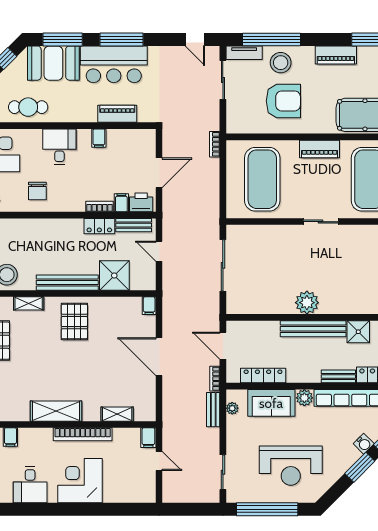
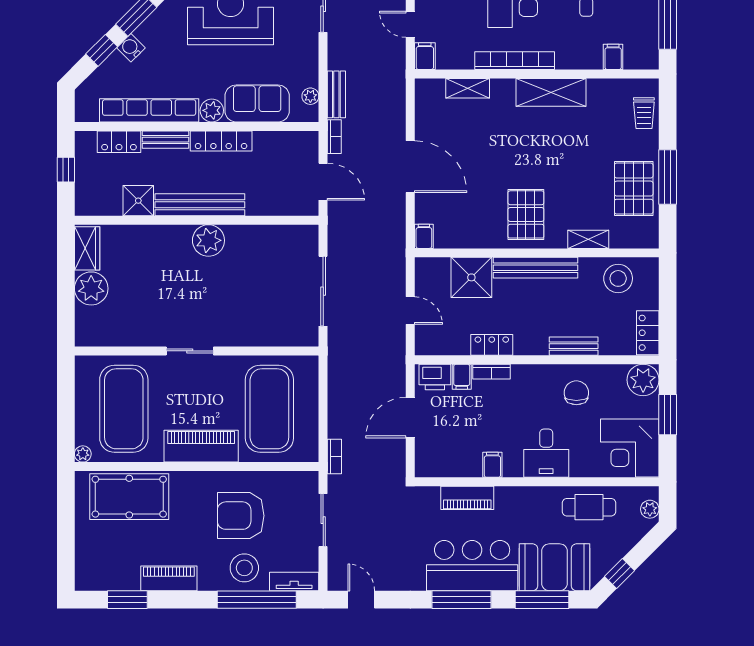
sliding door: (223, 80) -> (323, 520), moved
piano: (320, 149) -> (201, 446), width x1.37, depth x1.33
bench: (134, 225) -> (574, 346), moved
locker: (263, 375) -> (221, 141), moved

